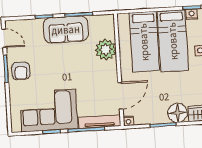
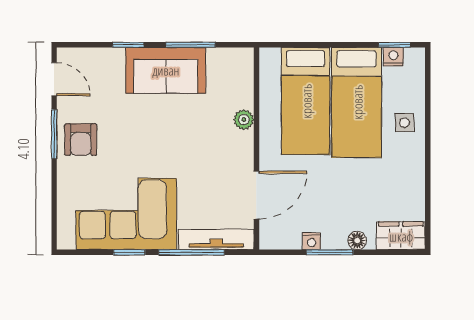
plant: (106, 50) -> (244, 120), width x0.53, depth x0.53
floor lamp: (178, 113) -> (357, 240), width x0.53, depth x0.53
nightstand: (128, 121) -> (312, 241), moved

